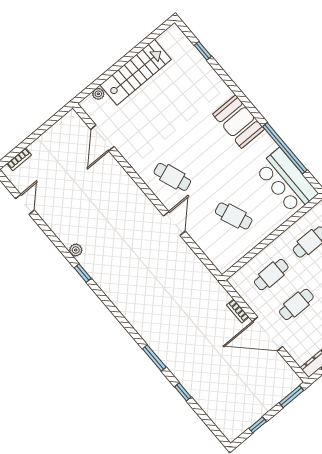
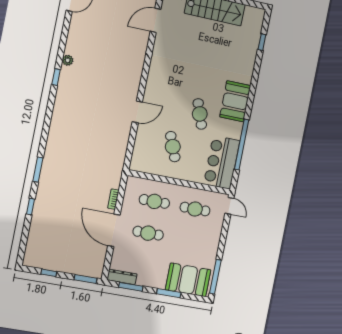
cafe table: (172, 177) -> (200, 114), moved

